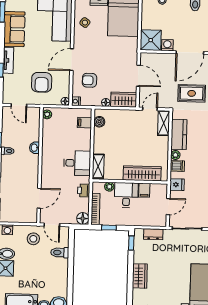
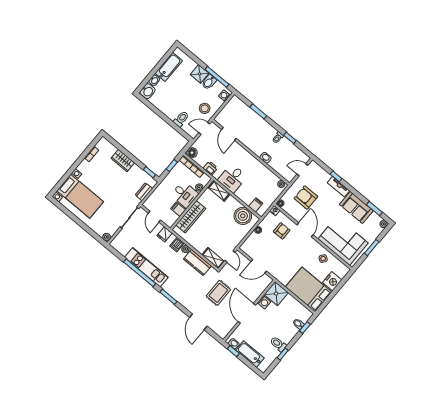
wardrobe: (124, 100) -> (250, 244), removed
boiler: (99, 122) -> (243, 216), width x1.86, depth x1.86

